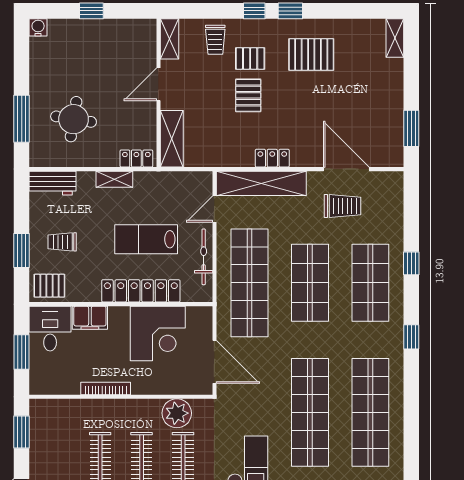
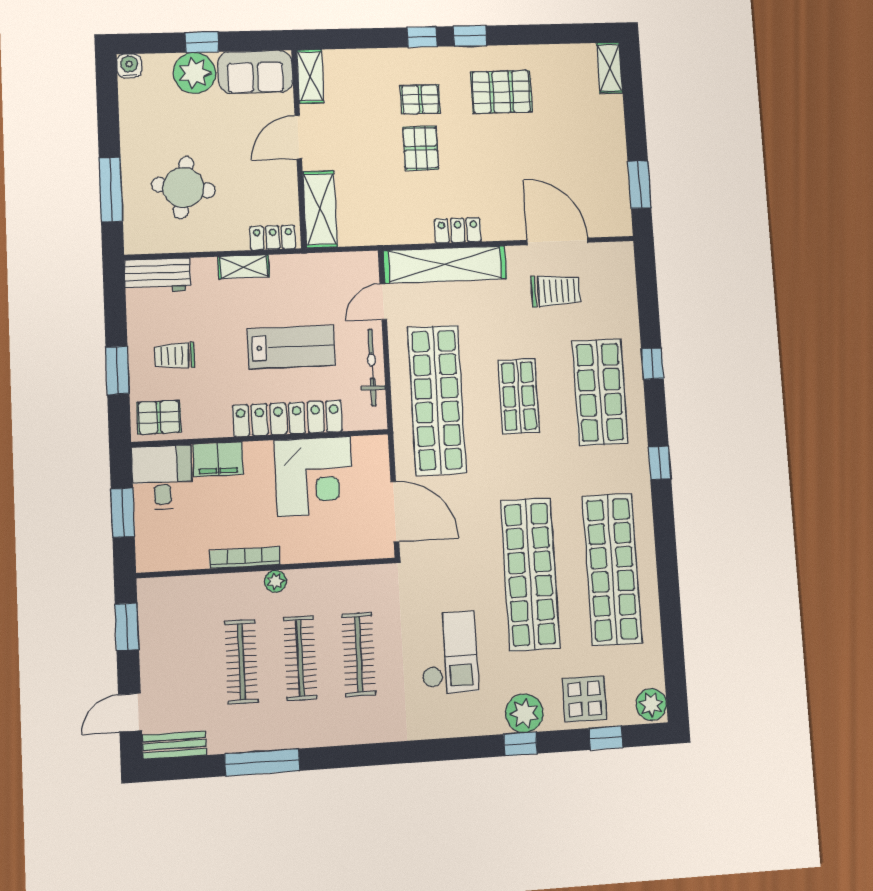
plant: (85, 34) -> (195, 73), added
sofa: (129, 34) -> (255, 72), added
trolley: (215, 40) -> (372, 76), removed
lab bench: (146, 239) -> (291, 347), turned 180
shop shelf: (310, 283) -> (519, 396), width x0.70, depth x0.74
plant: (177, 413) -> (275, 581), moved, width x0.53, depth x0.53

